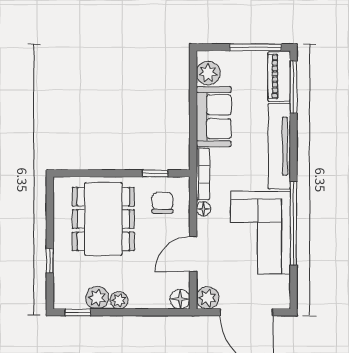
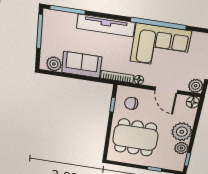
piano: (279, 77) -> (60, 19), removed
plant: (119, 300) -> (182, 132), width x1.87, depth x1.87

